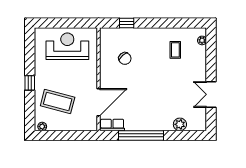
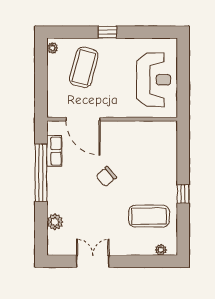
window: (127, 23) -> (183, 194), moved
coffee table: (175, 50) -> (149, 216), width x1.86, depth x1.72
chair: (125, 58) -> (106, 177), moved
row of seats: (112, 125) -> (54, 151), moved

